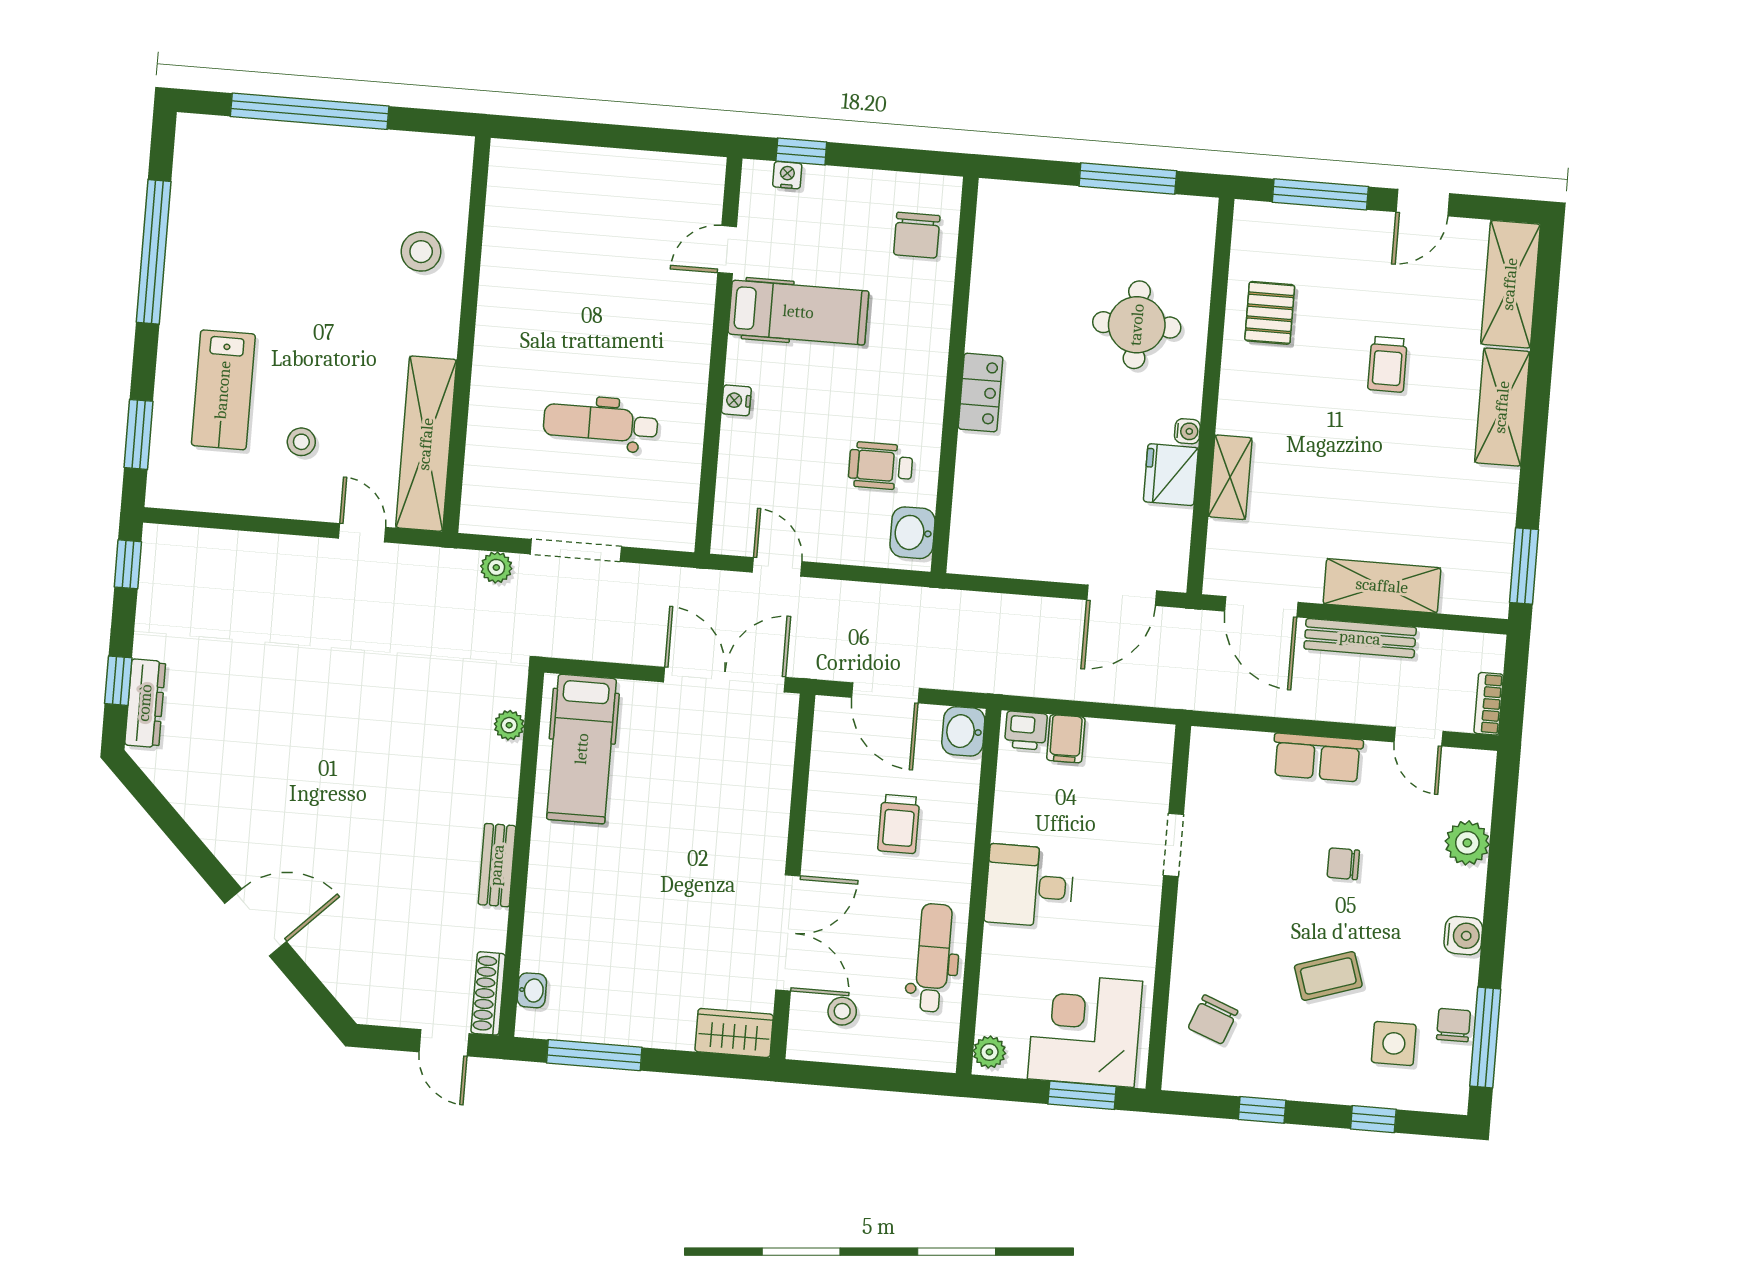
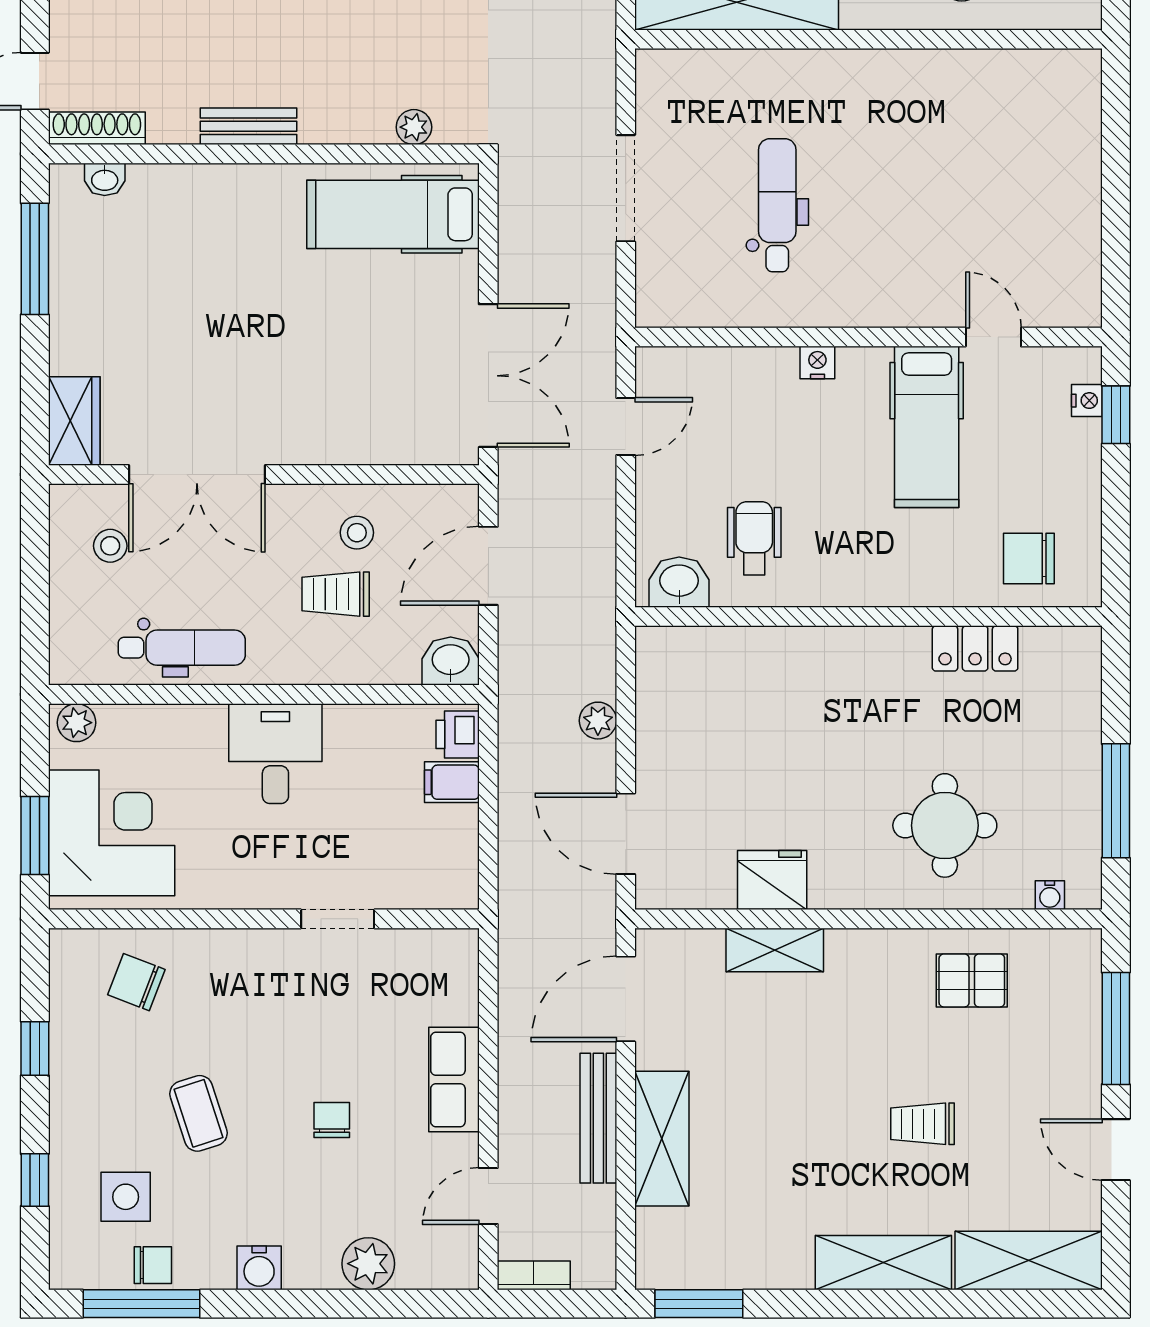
locker: (980, 393) -> (975, 648), moved
water cooler: (1187, 431) -> (1050, 895), moved
plant: (496, 567) -> (598, 721), moved
stool: (848, 802) -> (357, 533), added

